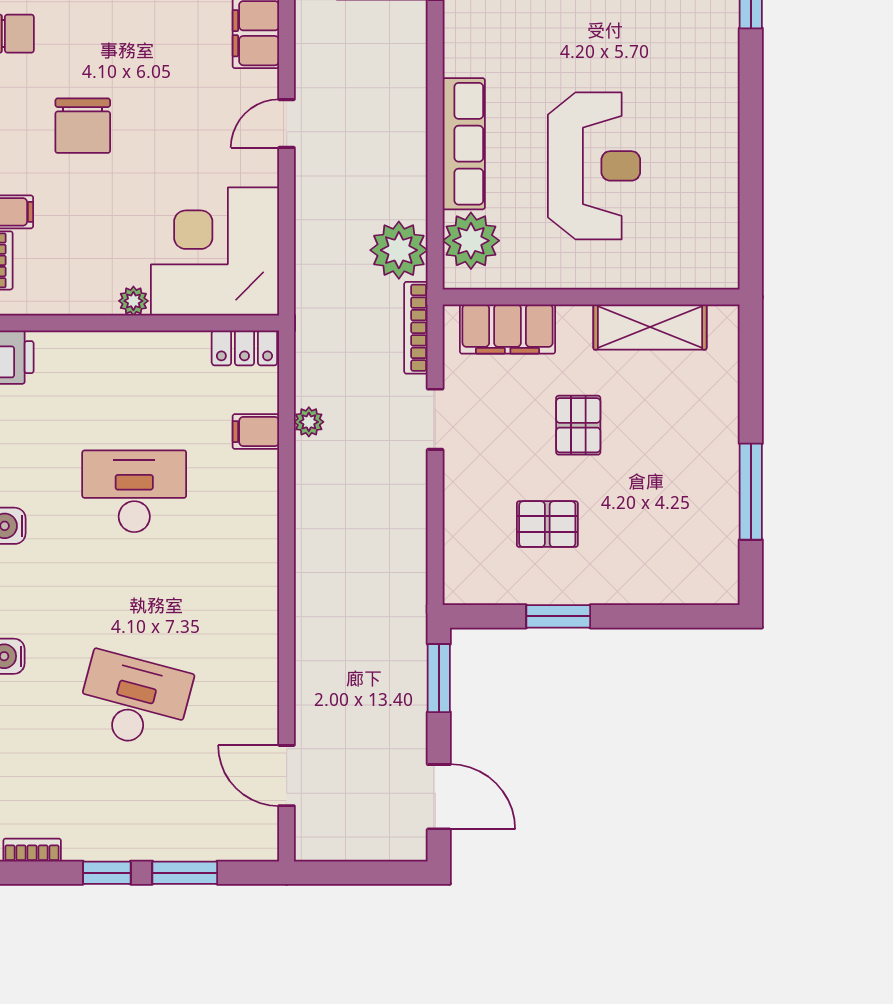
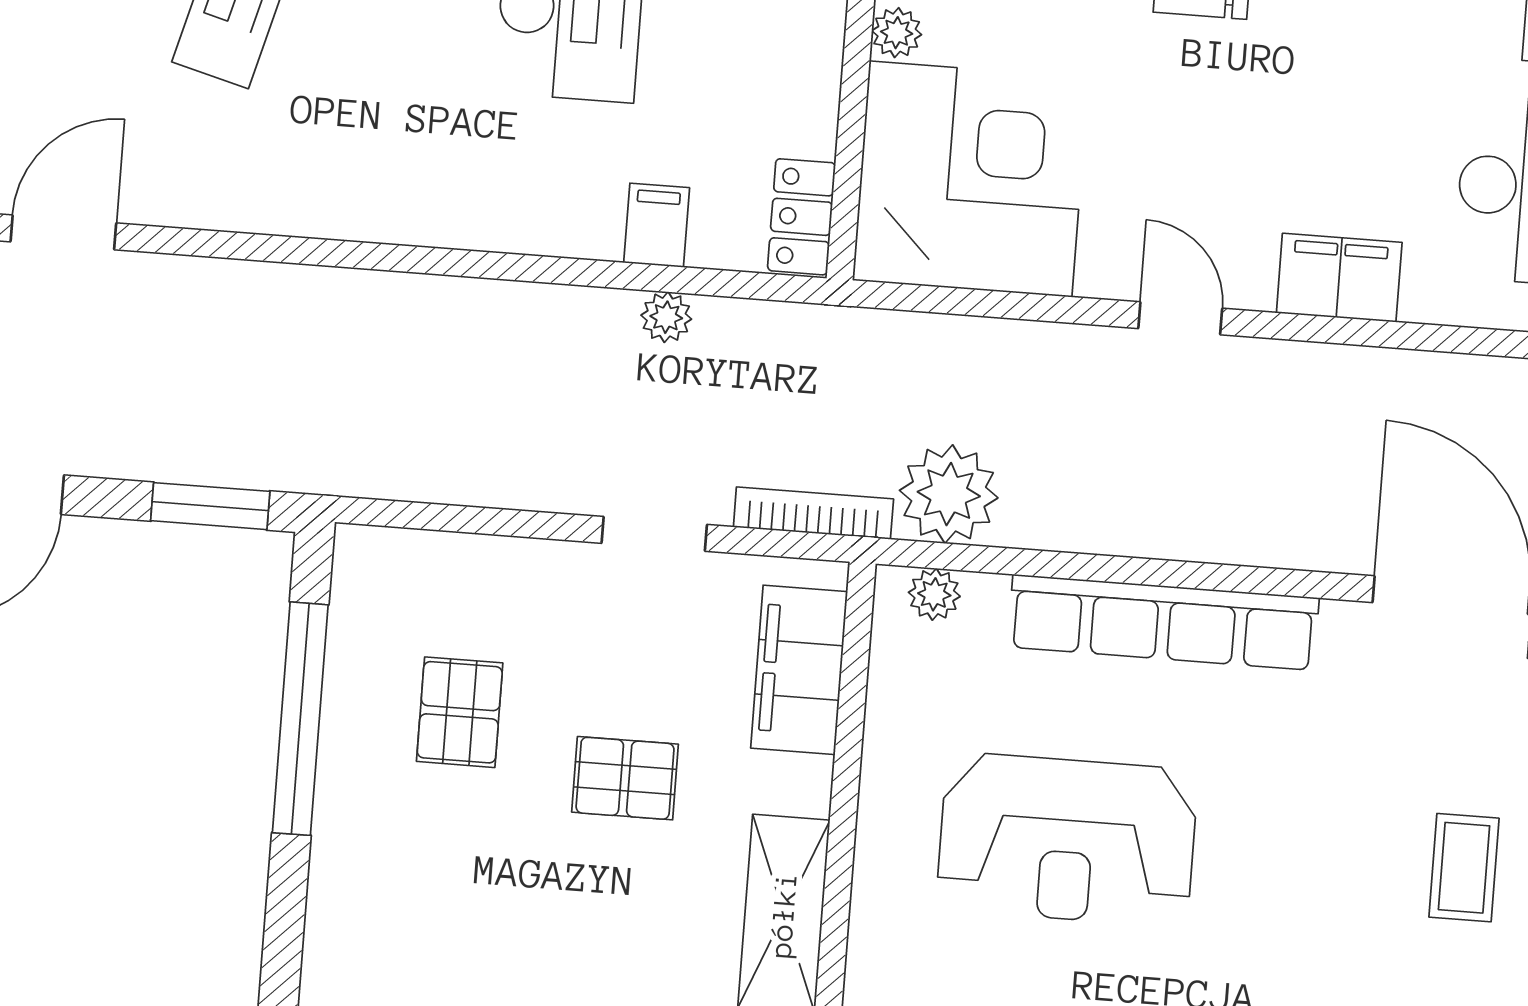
row of seats: (464, 144) -> (1163, 622), width x1.36
plant: (471, 241) -> (934, 594), width x0.53, depth x0.53
window: (558, 616) -> (300, 719), width x2.11

